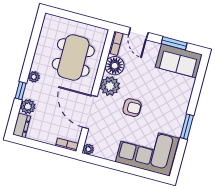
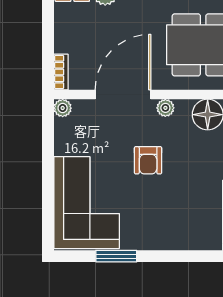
plant: (110, 86) -> (165, 108), width x0.53, depth x0.53
window: (187, 127) -> (116, 256), moved

